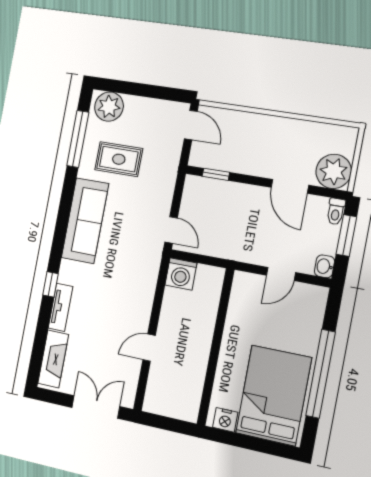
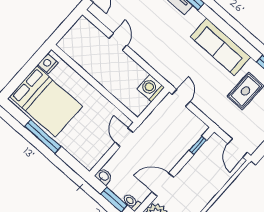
door: (191, 125) -> (238, 148), hinge flipped
door: (171, 230) -> (181, 98), swing flipped
door: (281, 274) -> (124, 137), moved
window: (320, 374) -> (43, 137), width x0.68

